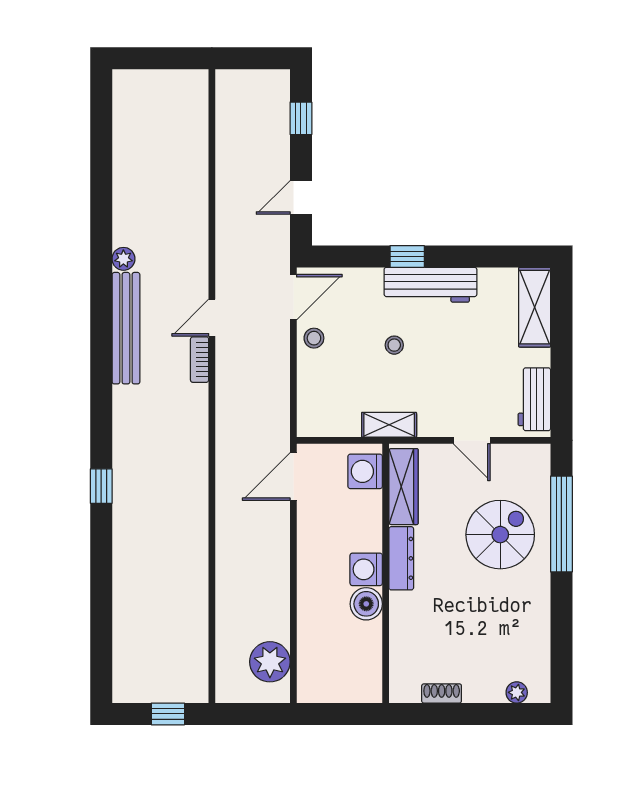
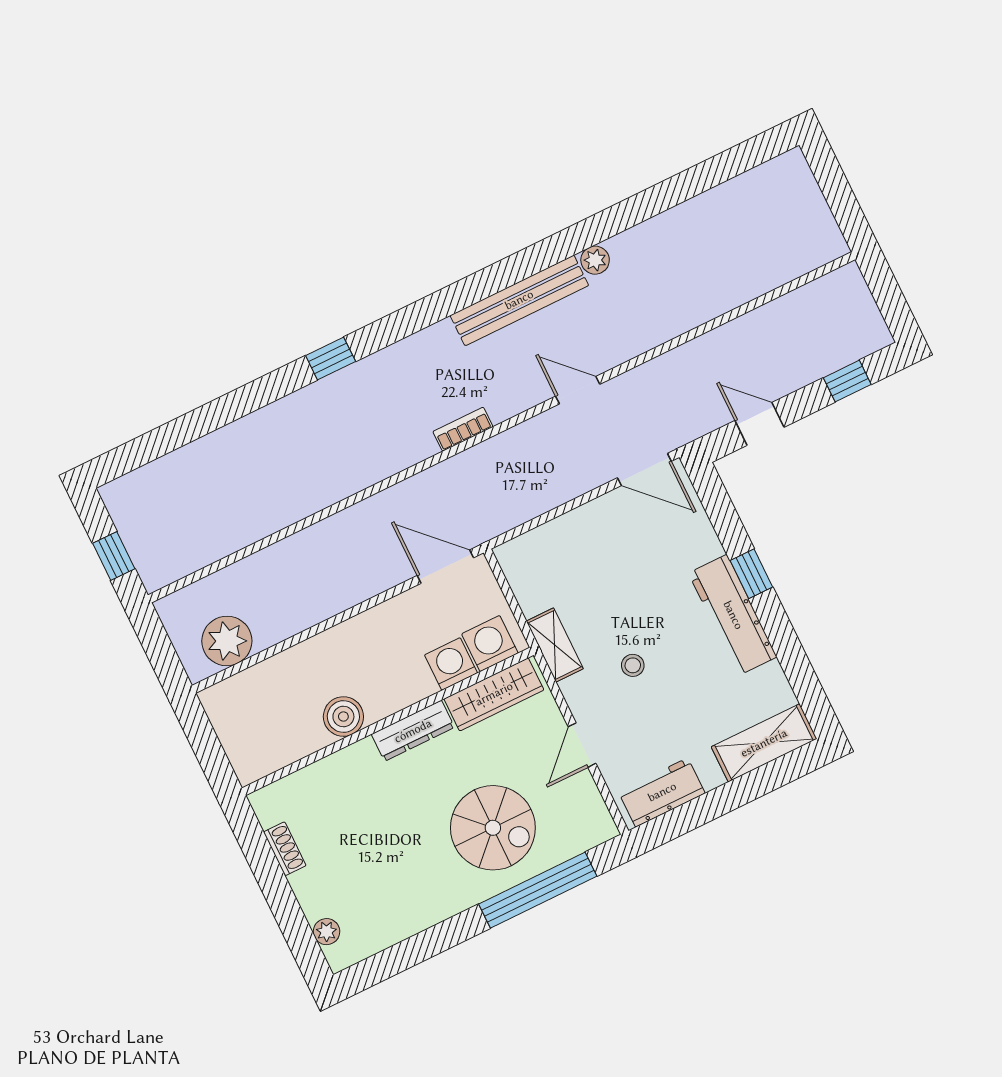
stool: (314, 338) -> (610, 515), removed
stool: (394, 345) -> (633, 665), moved
bookcase: (200, 360) -> (463, 429), moved
washing machine: (366, 569) -> (451, 664), moved

